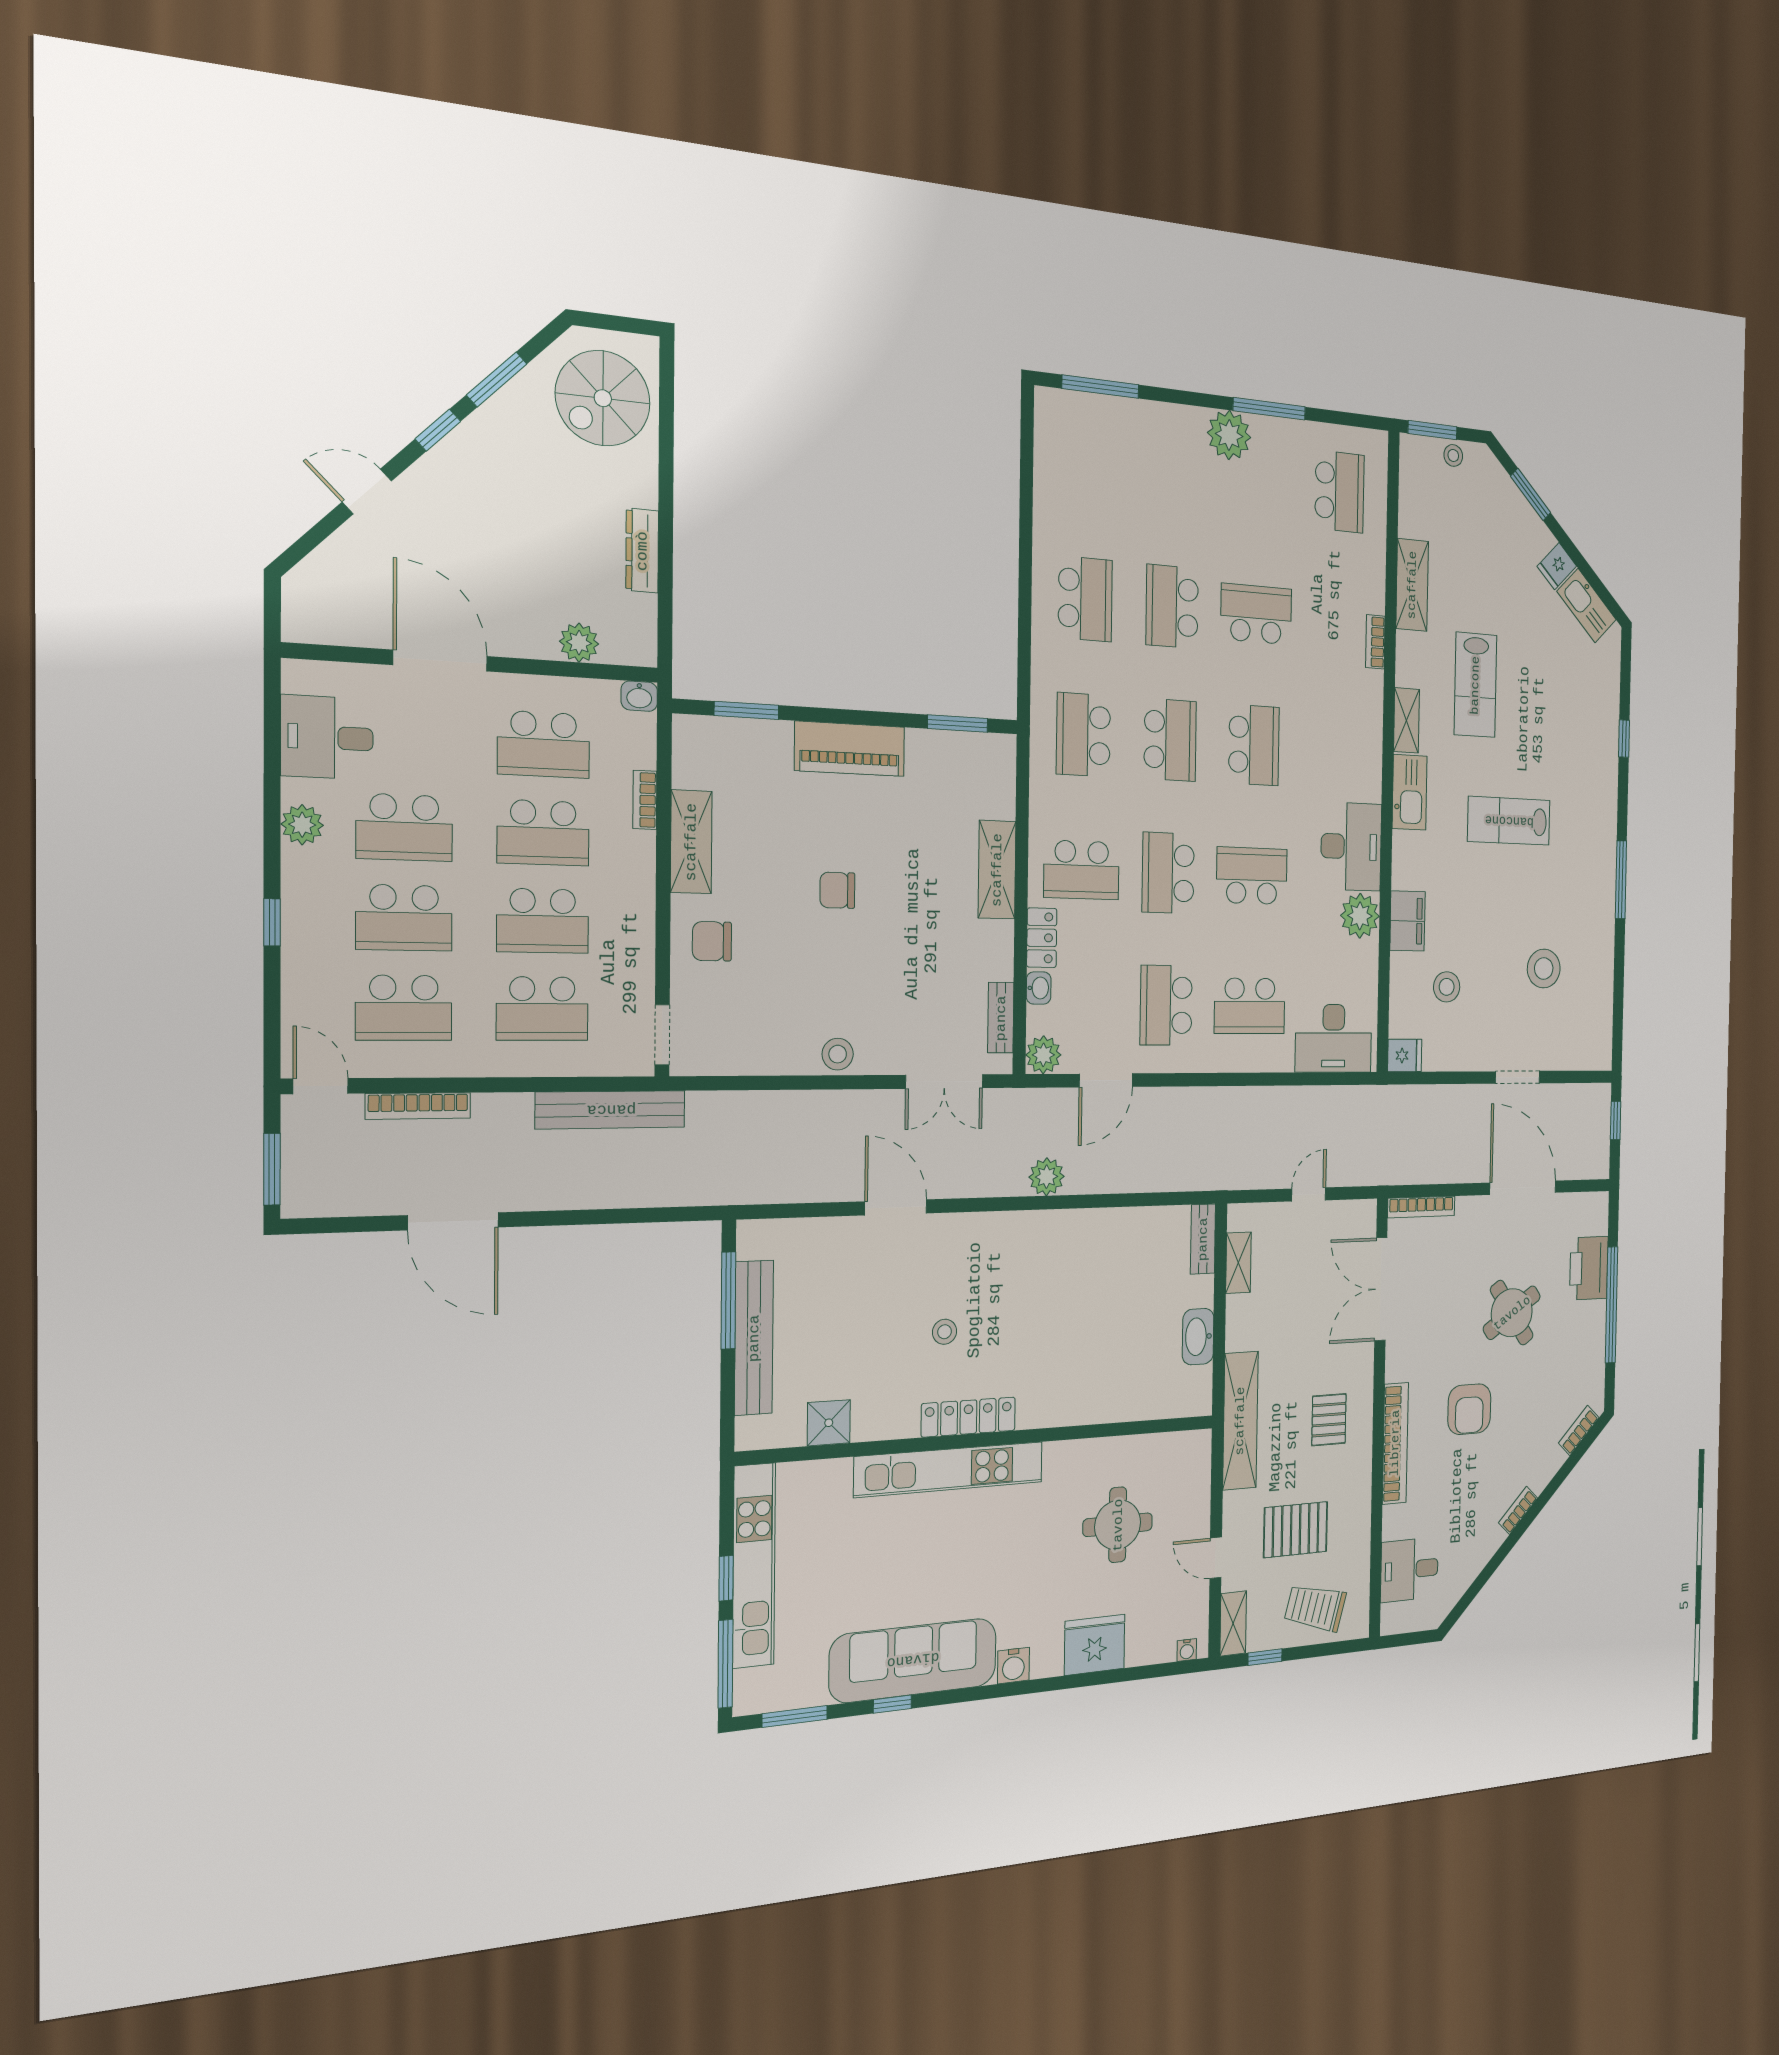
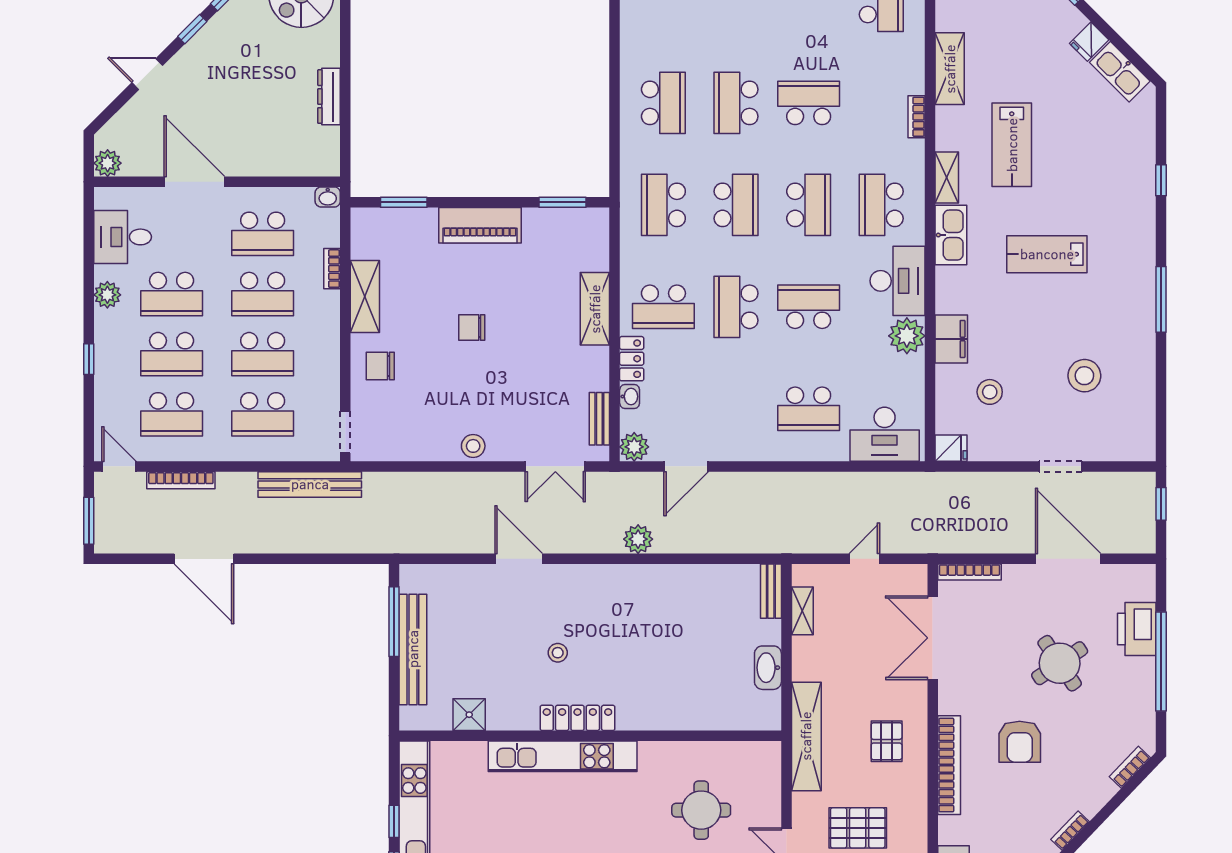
plant: (579, 643) -> (108, 163), moved
school desk: (1166, 1005) -> (881, 205), moved

